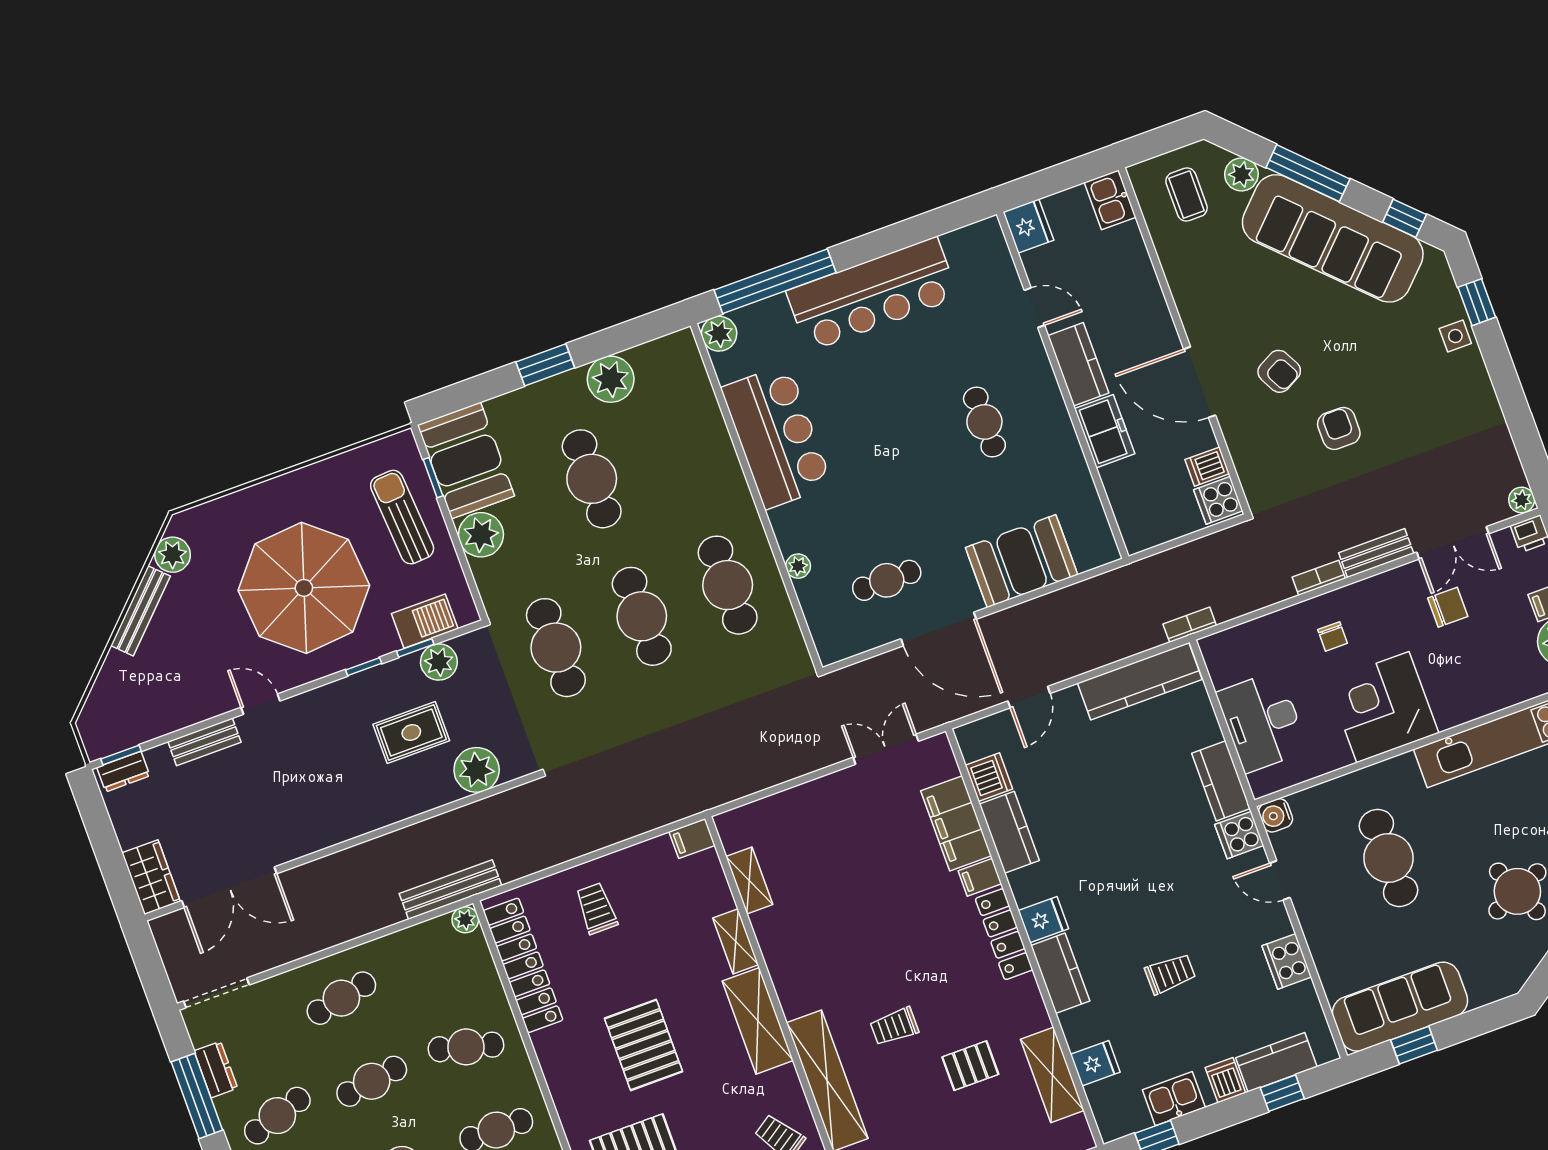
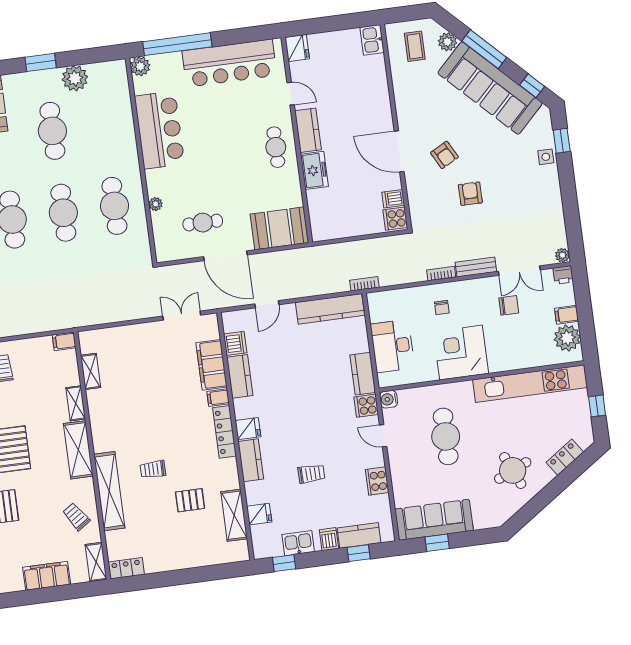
fridge: (1028, 226) -> (297, 48), moved
door: (1034, 308) -> (291, 94), moved
kitchen counter: (1078, 364) -> (308, 130), moved
wall: (1063, 385) -> (297, 140), moved
freezer: (1105, 431) -> (314, 170), moved

